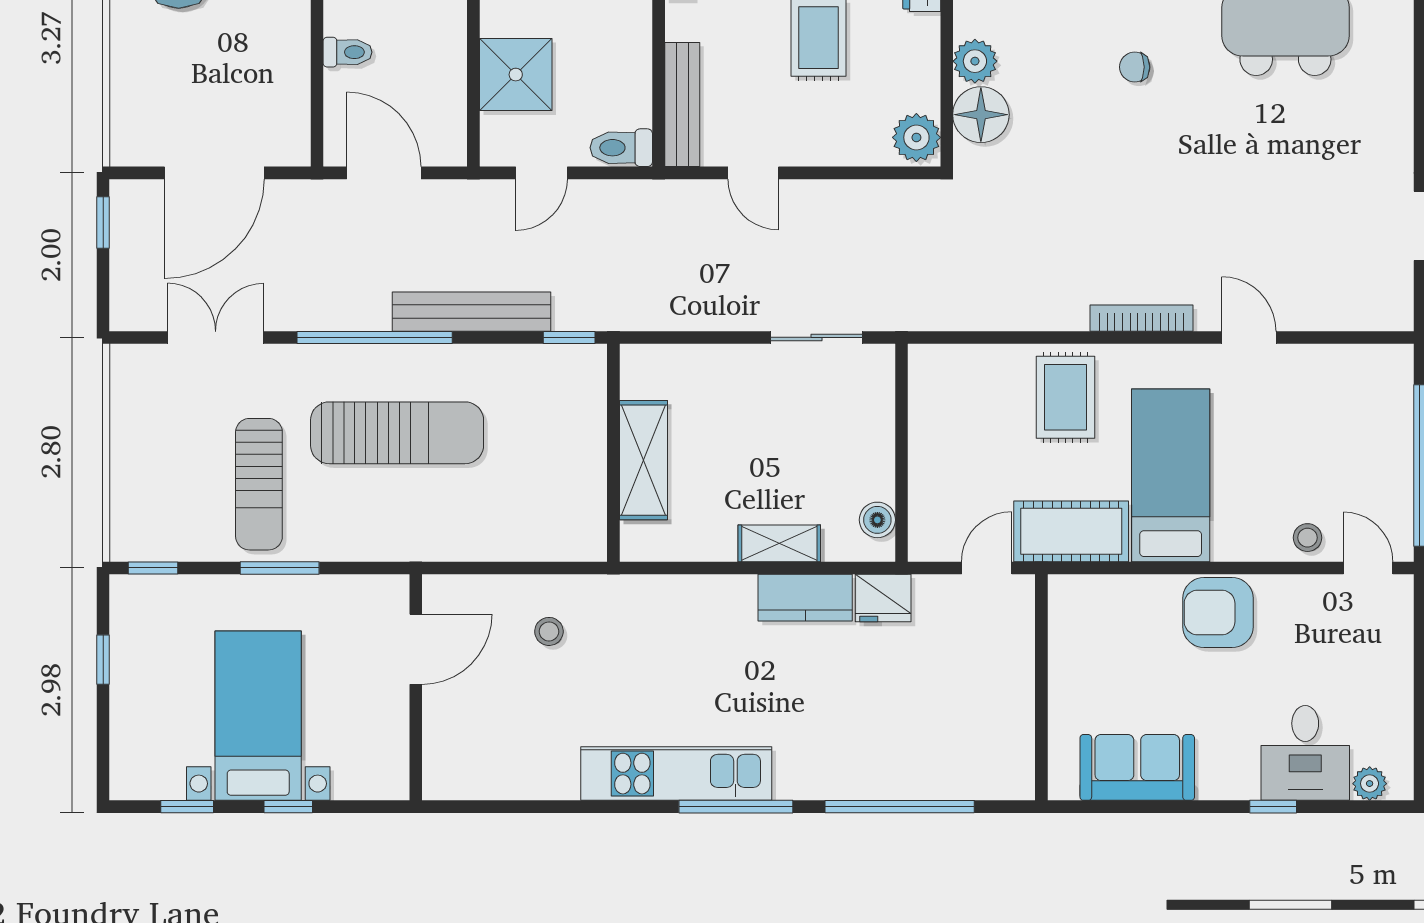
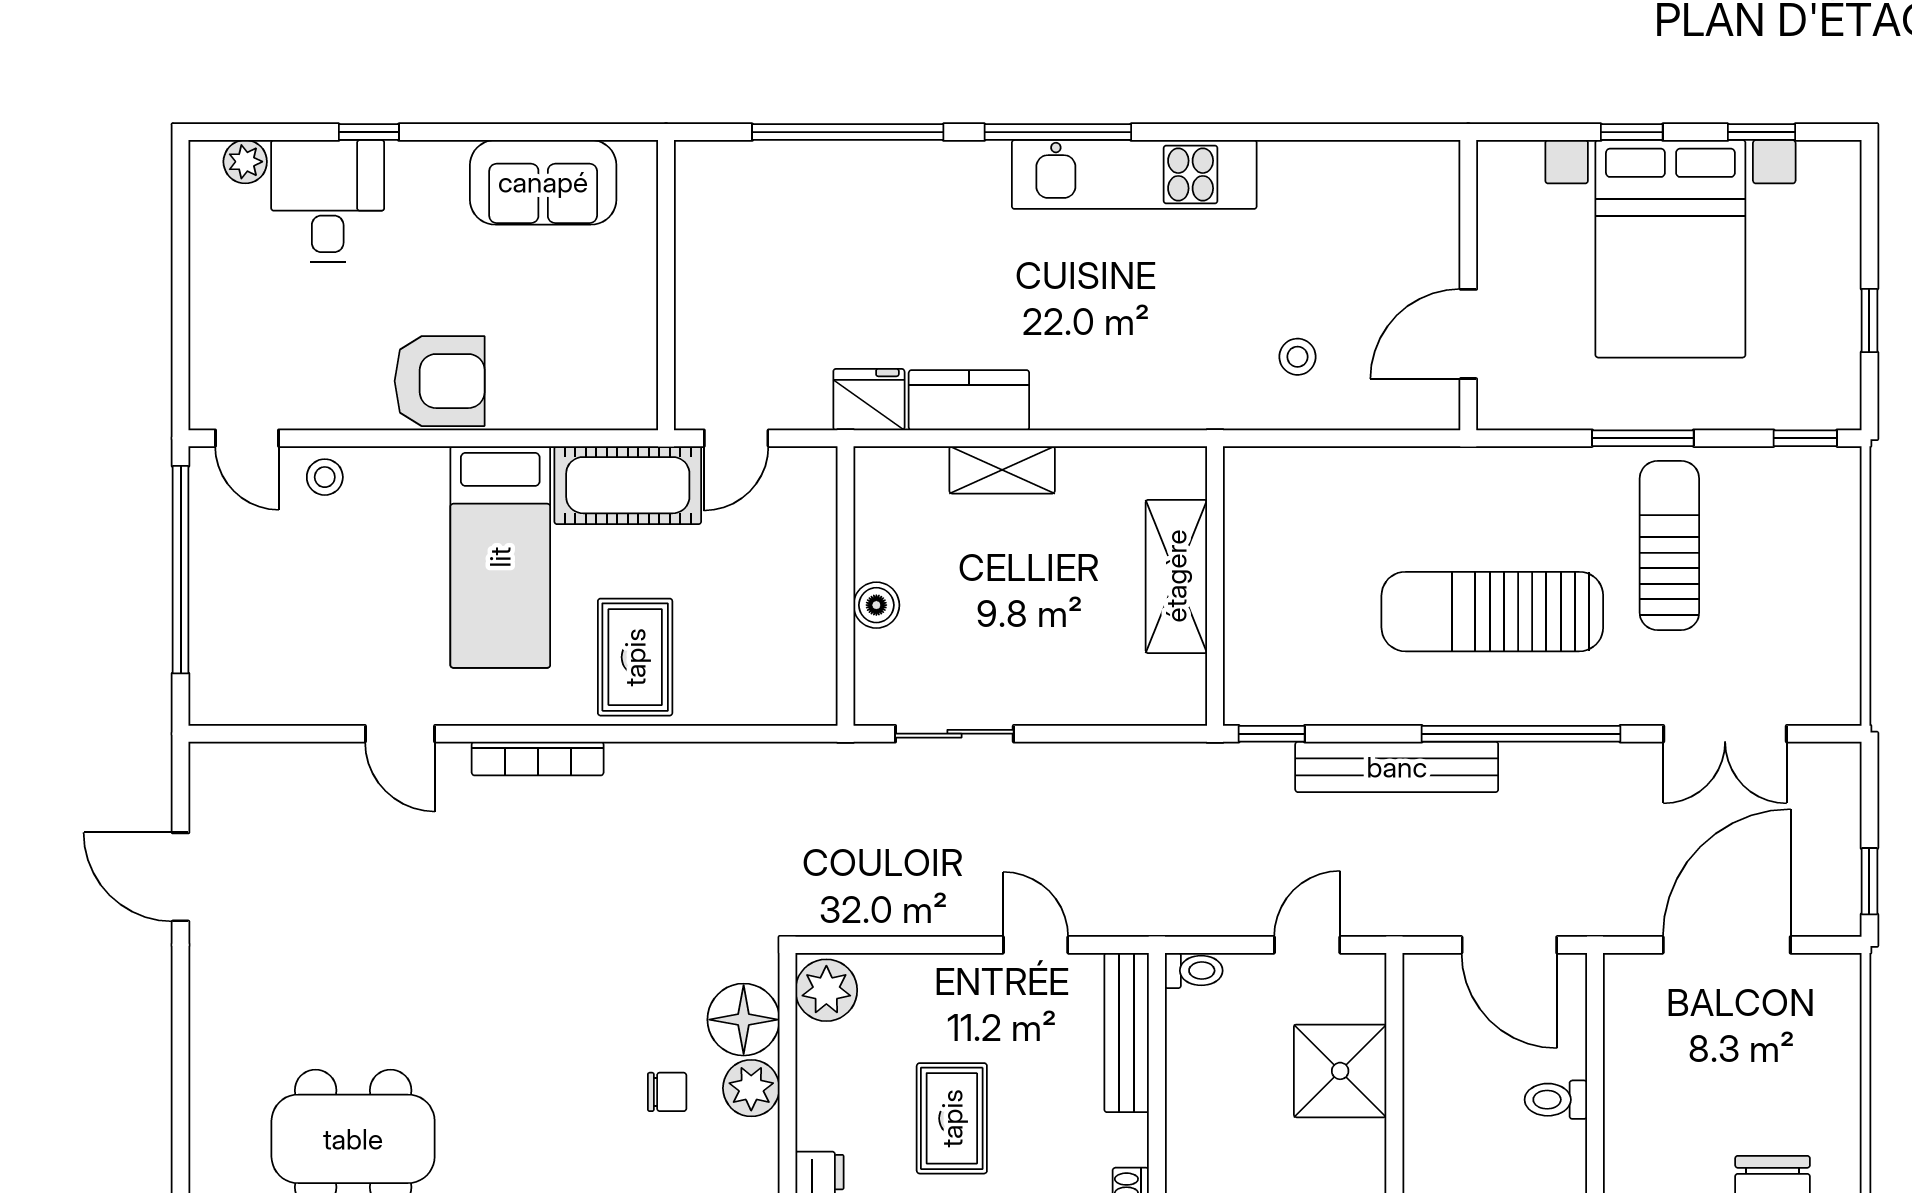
chair: (1135, 67) -> (667, 1092), moved
toilet: (621, 148) -> (1194, 971), width x0.73, depth x0.72
boiler: (877, 520) -> (876, 605), moved
bed with nightstands: (258, 716) -> (1670, 249), width x1.36

